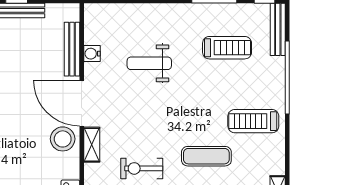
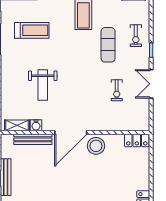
treadmill: (227, 48) -> (32, 30), turned 90
shelving: (92, 145) -> (17, 125), moved
exercise bike: (142, 168) -> (117, 90), width x0.73, depth x0.72

